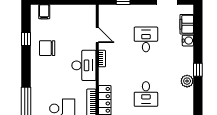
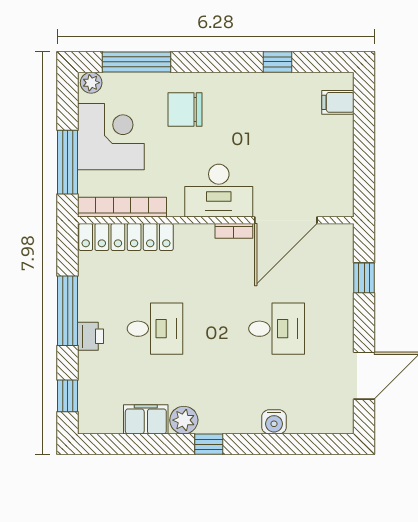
filing cabinet: (187, 24) -> (146, 419), moved
door: (97, 35) -> (286, 220), width x1.88
chair: (47, 48) -> (185, 110), moved, turned -90
desk: (146, 94) -> (155, 329), turned 180

